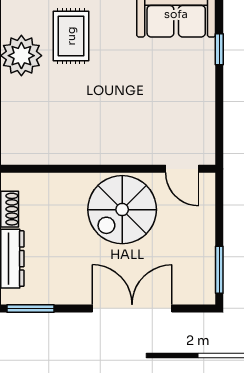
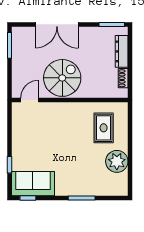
rug: (71, 36) -> (104, 128), moved
door: (182, 169) -> (30, 100), hinge flipped

